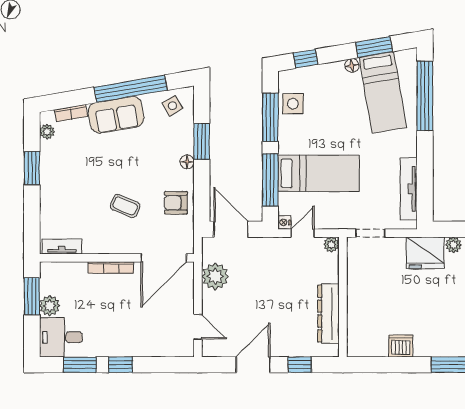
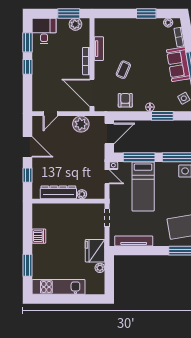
plant: (331, 245) -> (82, 194), moved
tv unit: (62, 247) -> (99, 49), moved
plant: (50, 306) -> (75, 24), moved

